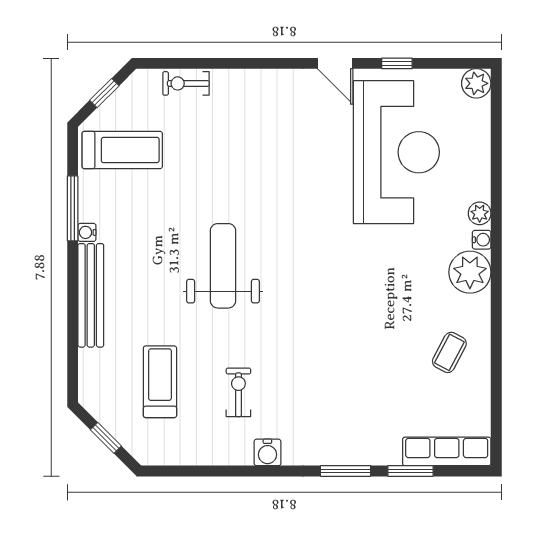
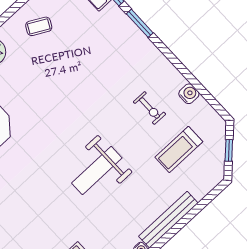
exercise bike: (238, 392) -> (150, 108), turned -90
water cooler: (267, 452) -> (189, 94), moved

